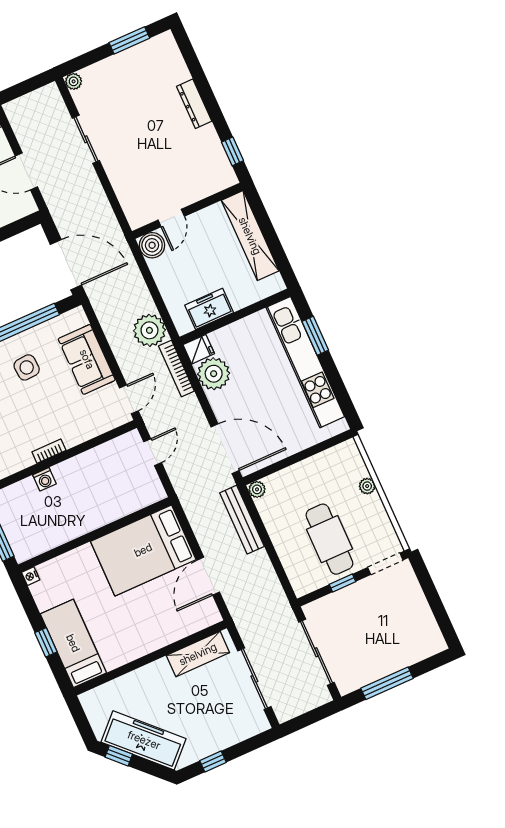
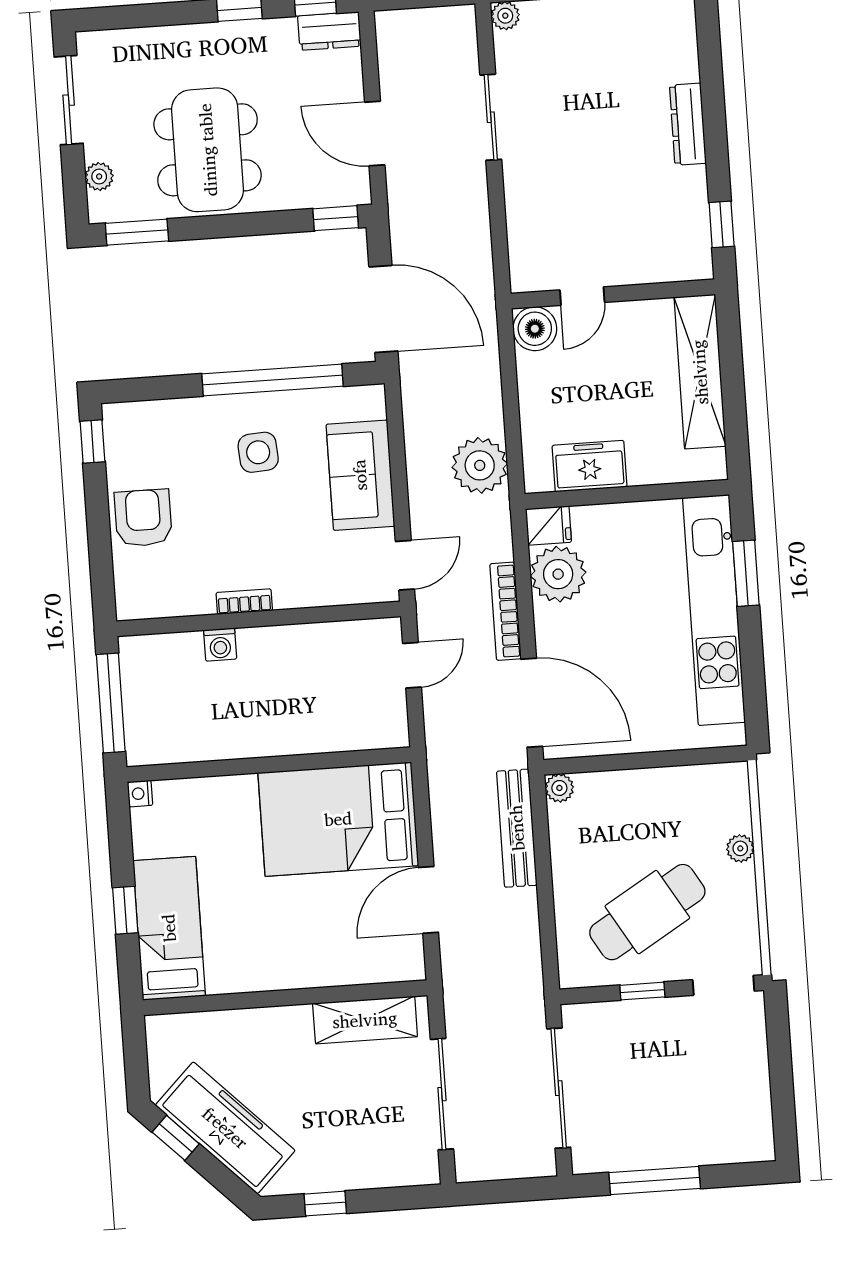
window: (22, 225) -> (336, 218), added
bookcase: (176, 368) -> (506, 611), moved
cafe table: (329, 539) -> (647, 912), turned 59

